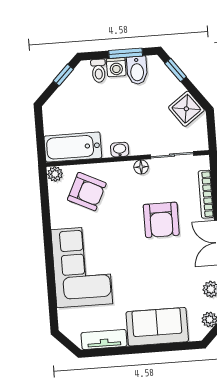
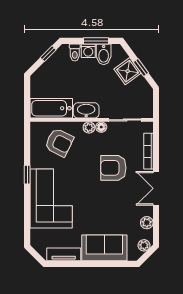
window: (176, 70) -> (141, 68), moved
shower: (186, 109) -> (128, 71), moved
washbasin: (120, 150) -> (86, 110), width x1.91, depth x1.45
plant: (55, 174) -> (89, 127), moved
armchair: (161, 220) -> (113, 168), turned 90
window: (48, 238) -> (27, 175), added

